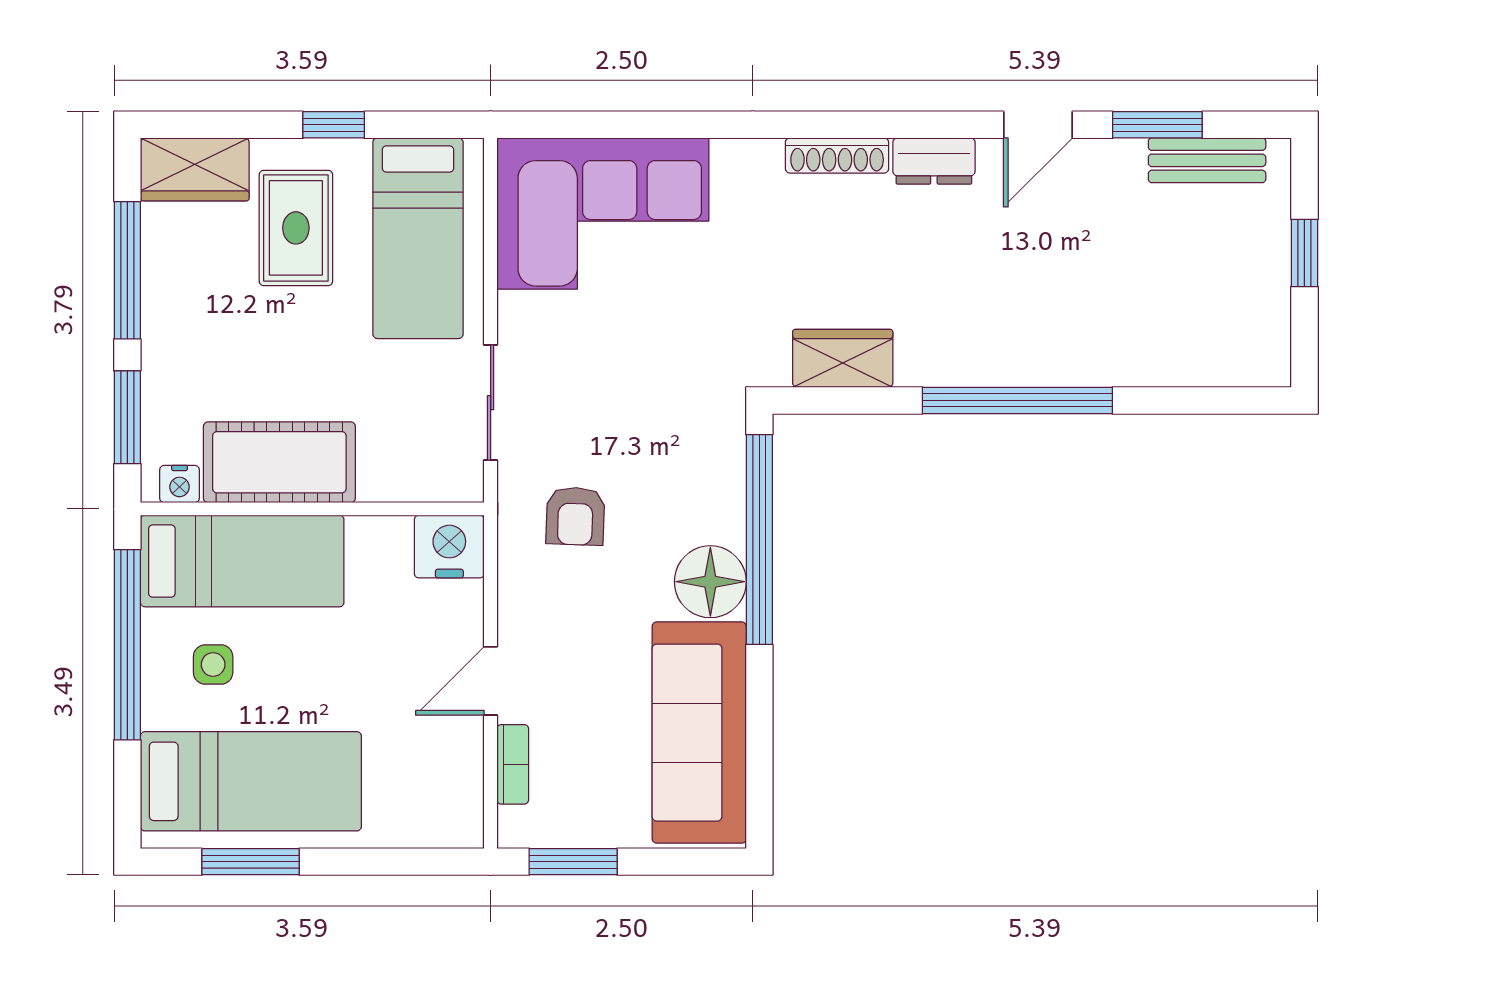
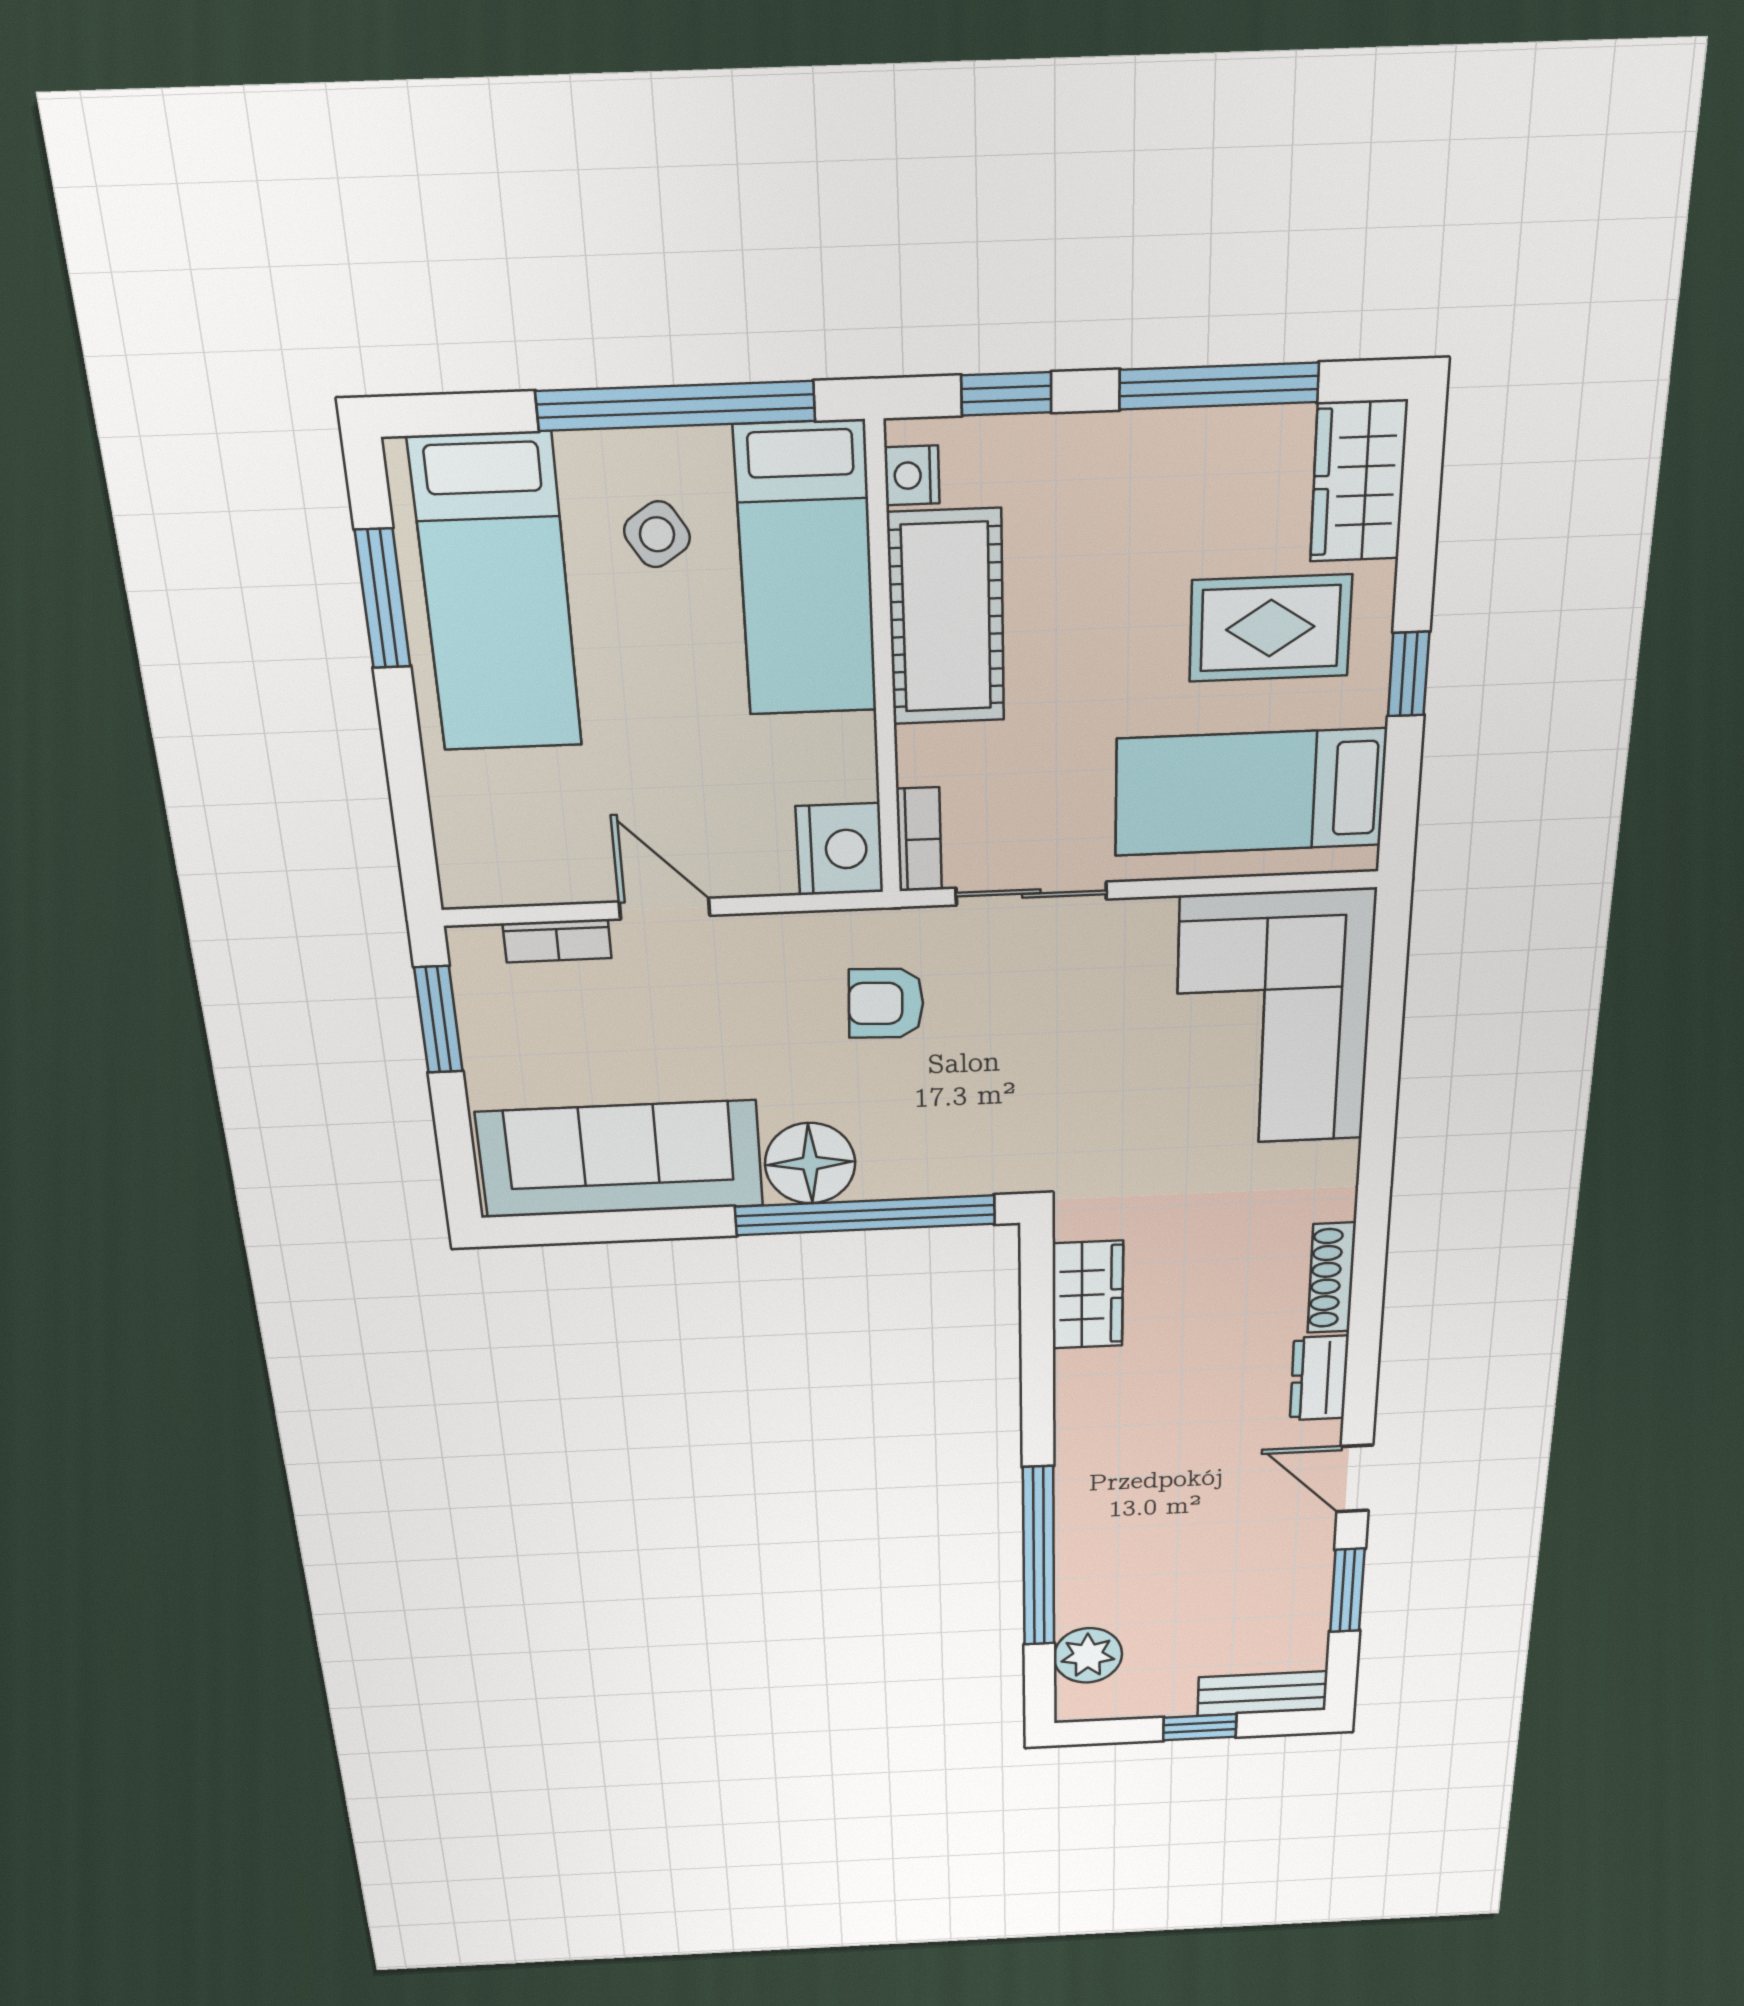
bench: (1207, 160) -> (1262, 1694), moved, turned 90
plant: (1216, 357) -> (1088, 1655), added
window: (1017, 400) -> (1039, 1557), moved
window: (127, 417) -> (1006, 394), width x0.67
bookcase: (444, 487) -> (919, 839), added
side table: (213, 665) -> (657, 534), turned -33

